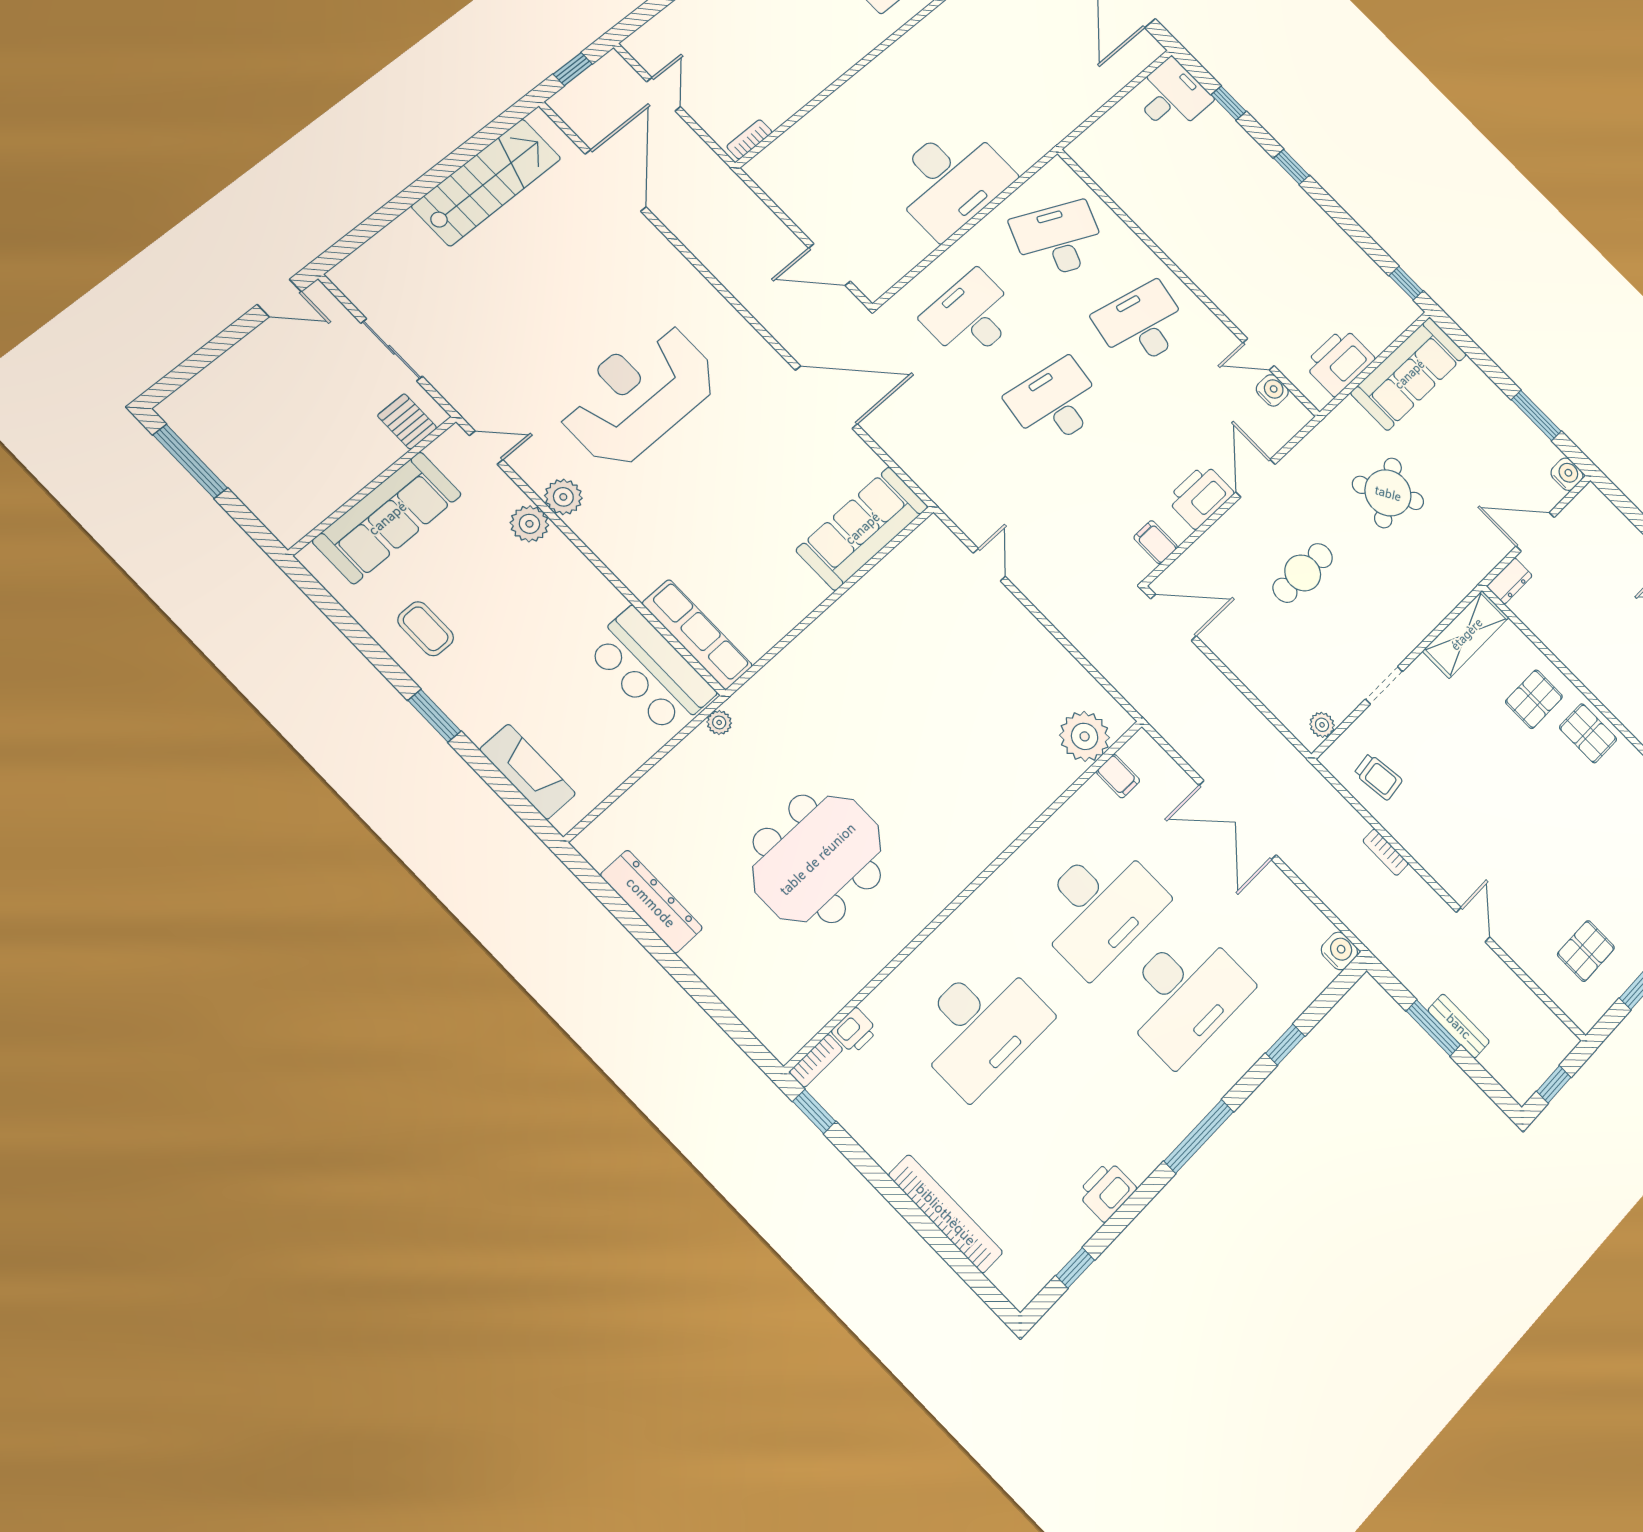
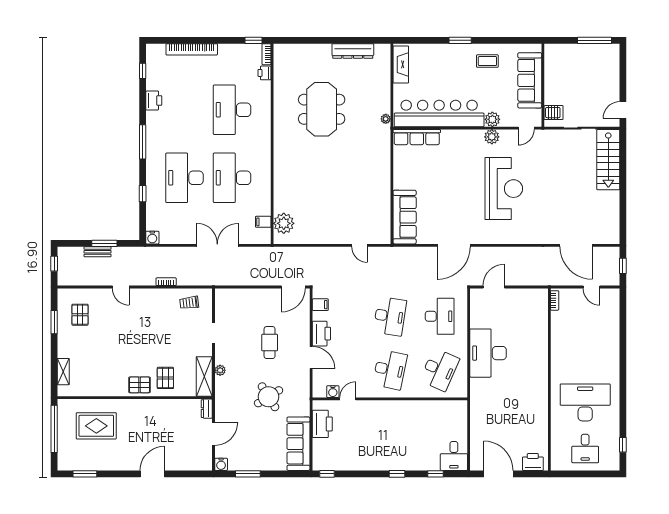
stairs: (486, 182) -> (608, 160), moved
bar counter: (650, 670) -> (439, 113), width x1.86
plant: (1322, 725) -> (220, 370), moved
fireplace: (528, 772) -> (401, 64), moved, turned -90

